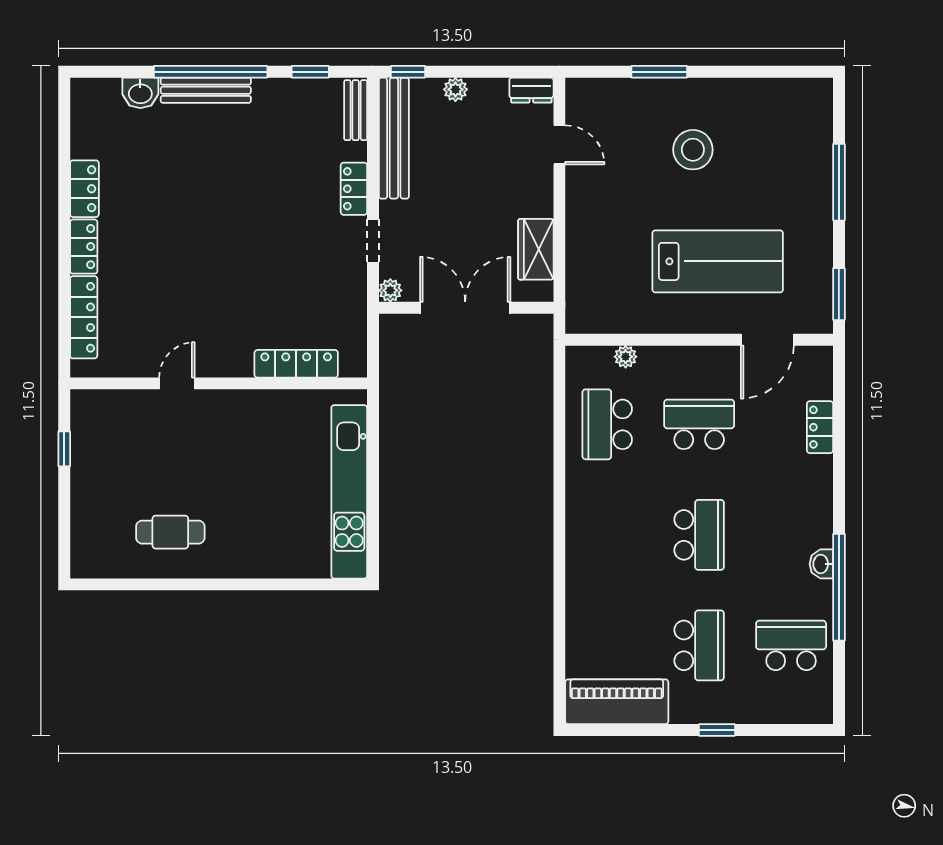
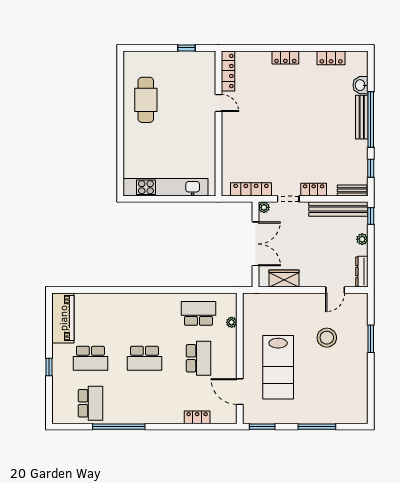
dresser: (531, 90) -> (362, 272), width x1.44
stool: (693, 150) -> (327, 338), moved
locker: (84, 189) -> (331, 58), moved
locker: (84, 317) -> (228, 71), moved, turned -90
locker: (296, 364) -> (251, 189), moved, turned -90
cafe table: (170, 532) -> (146, 100), width x1.37, depth x1.35
washbasin: (821, 564) -> (130, 418), removed

